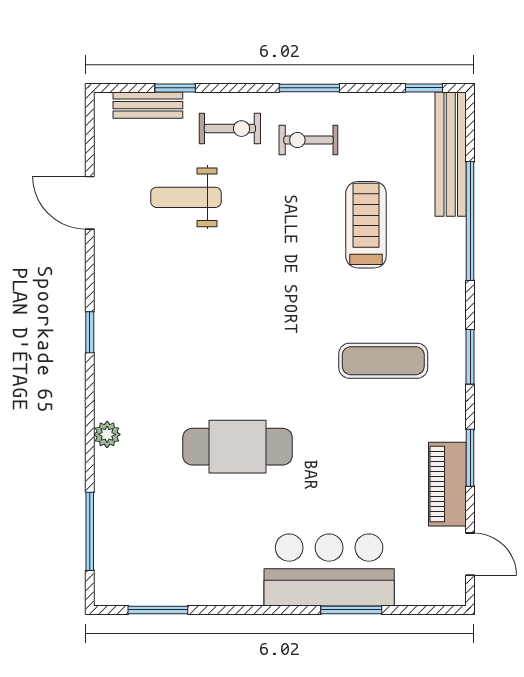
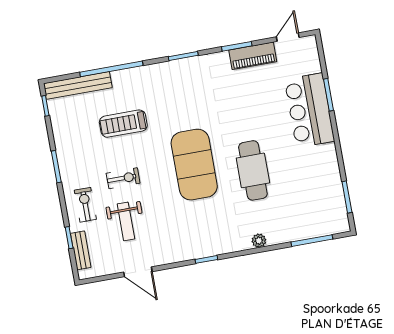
exercise bike: (308, 140) -> (123, 178), moved, turned -90
door: (90, 203) -> (138, 272), hinge flipped
exercise mat: (383, 361) -> (194, 165), moved, width x2.00, depth x1.45

